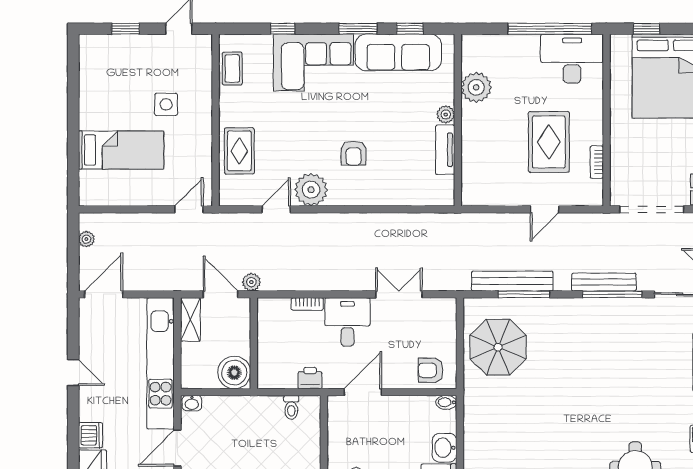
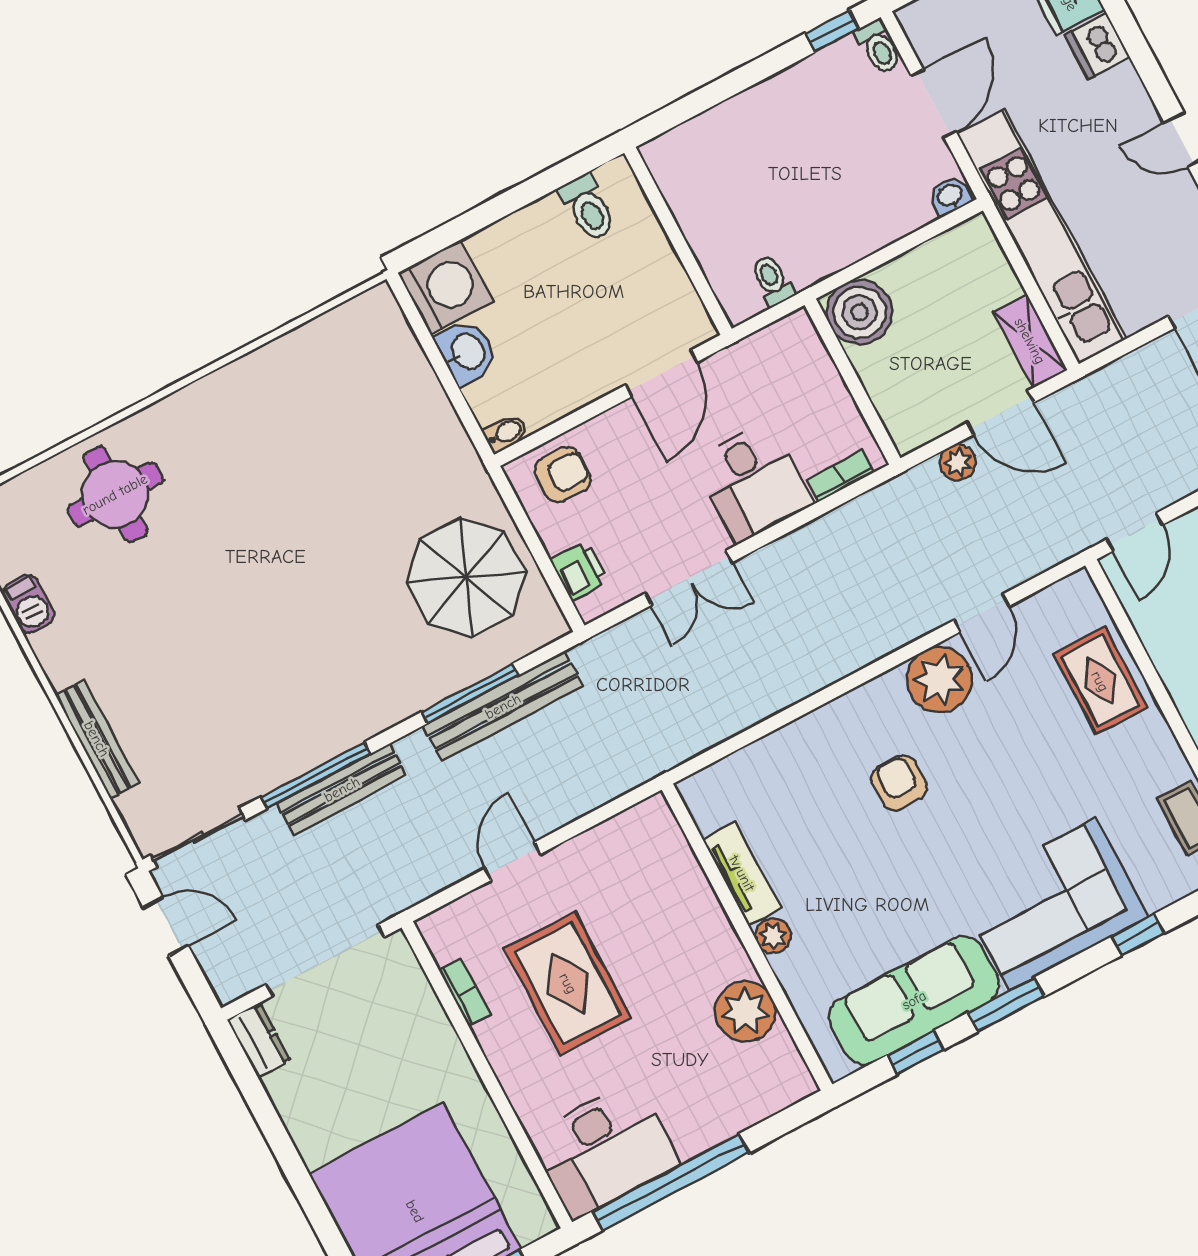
wall: (254, 343) -> (853, 382), moved
boiler: (234, 373) -> (860, 312), moved
printer: (310, 378) -> (580, 571), moved, turned -90

